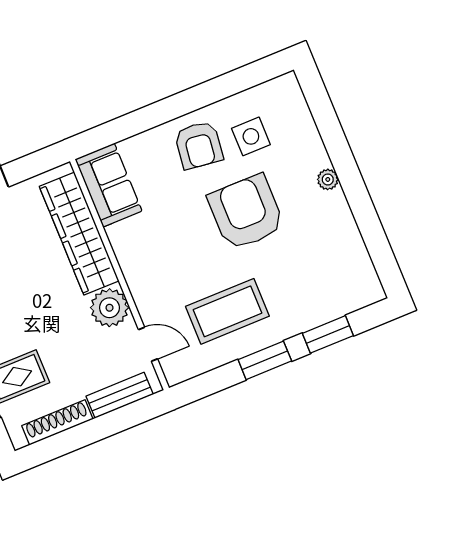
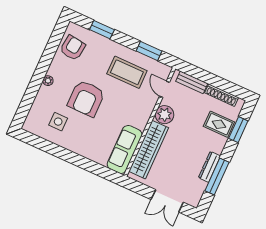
armchair: (199, 145) -> (73, 48), moved
sofa: (109, 185) -> (125, 149), width x1.36
window: (265, 360) -> (149, 51), moved

